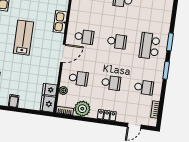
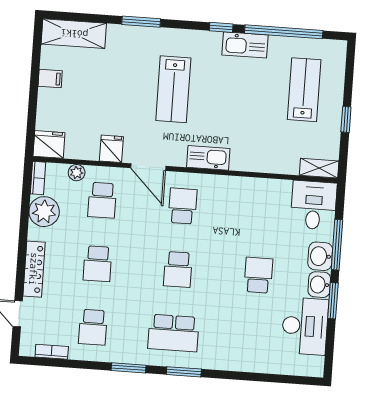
school desk: (84, 37) -> (183, 206), turned 180
lab bench: (23, 38) -> (173, 89), turned 90
school desk: (150, 46) -> (173, 333), turned 180
fridge: (50, 90) -> (111, 149), moved
locker: (107, 115) -> (34, 269), width x1.53

